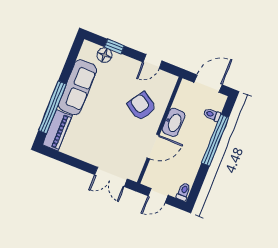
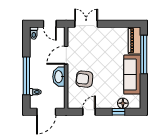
armchair: (142, 106) -> (84, 79), turned 153
door: (158, 196) -> (50, 24), swing flipped

